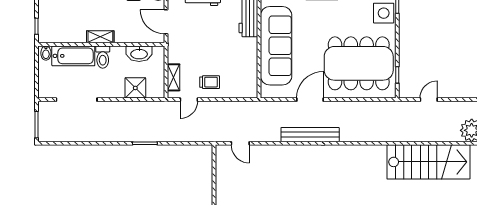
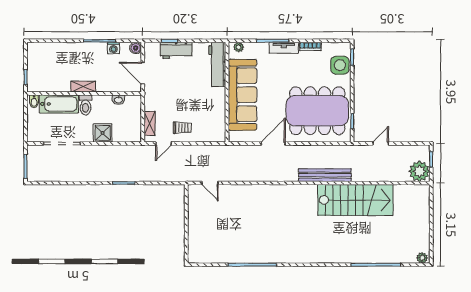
washbasin: (139, 54) -> (118, 100), width x0.52, depth x0.69
shower: (135, 88) -> (103, 133), moved
bench: (310, 135) -> (325, 175), moved
stairs: (428, 162) -> (355, 200), moved

